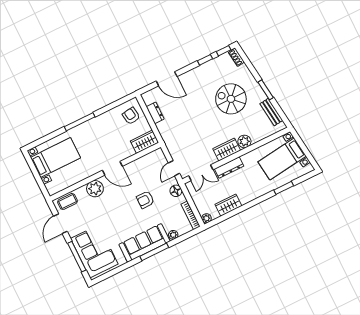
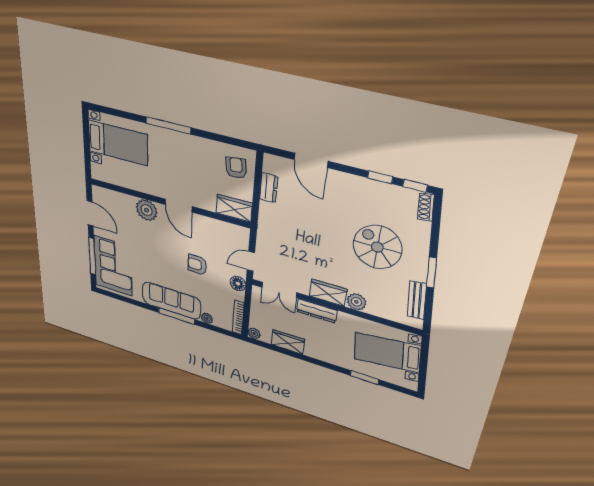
coffee table: (67, 201) -> (109, 198), removed
door: (60, 224) -> (90, 213), swing flipped

